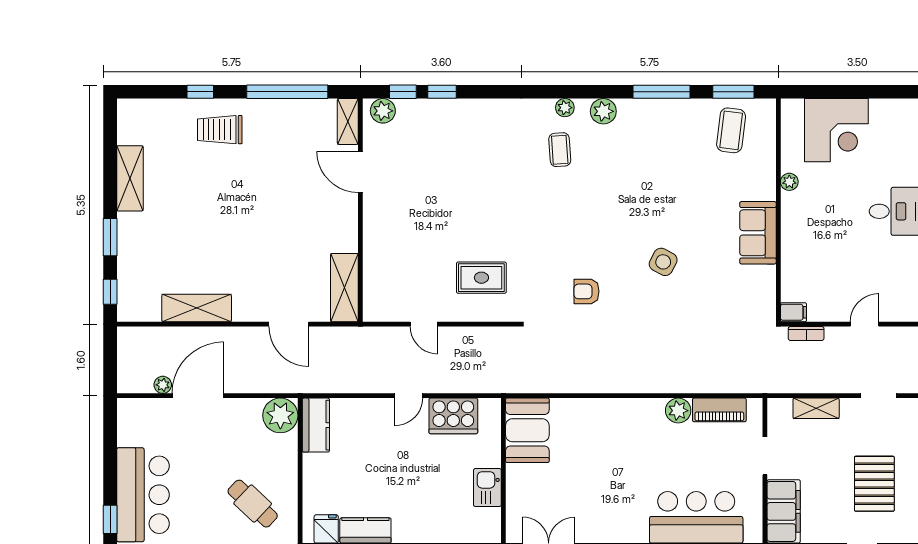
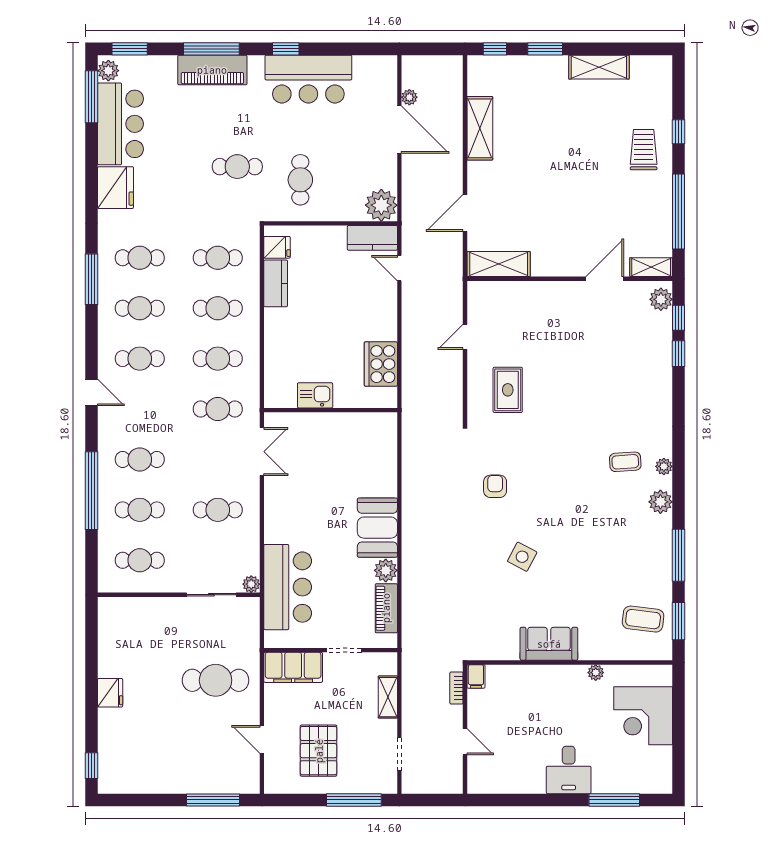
door: (409, 396) -> (399, 268), moved
booth: (527, 430) -> (377, 528), moved, turned 90
pallet: (874, 484) -> (319, 751), turned 90
cafe table: (253, 504) -> (300, 180), turned -43

